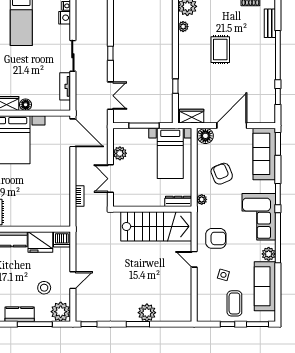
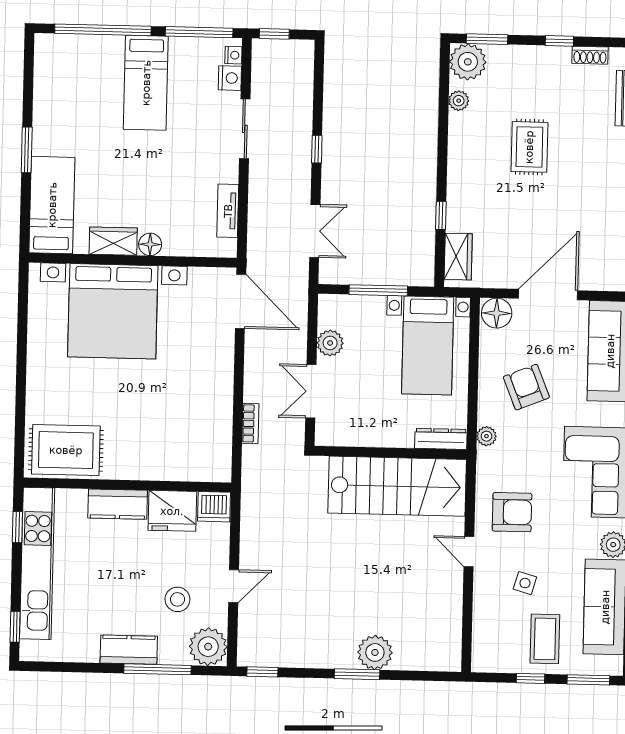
sliding door: (73, 56) -> (245, 129), moved
wardrobe: (192, 116) -> (458, 257), moved, turned 90

